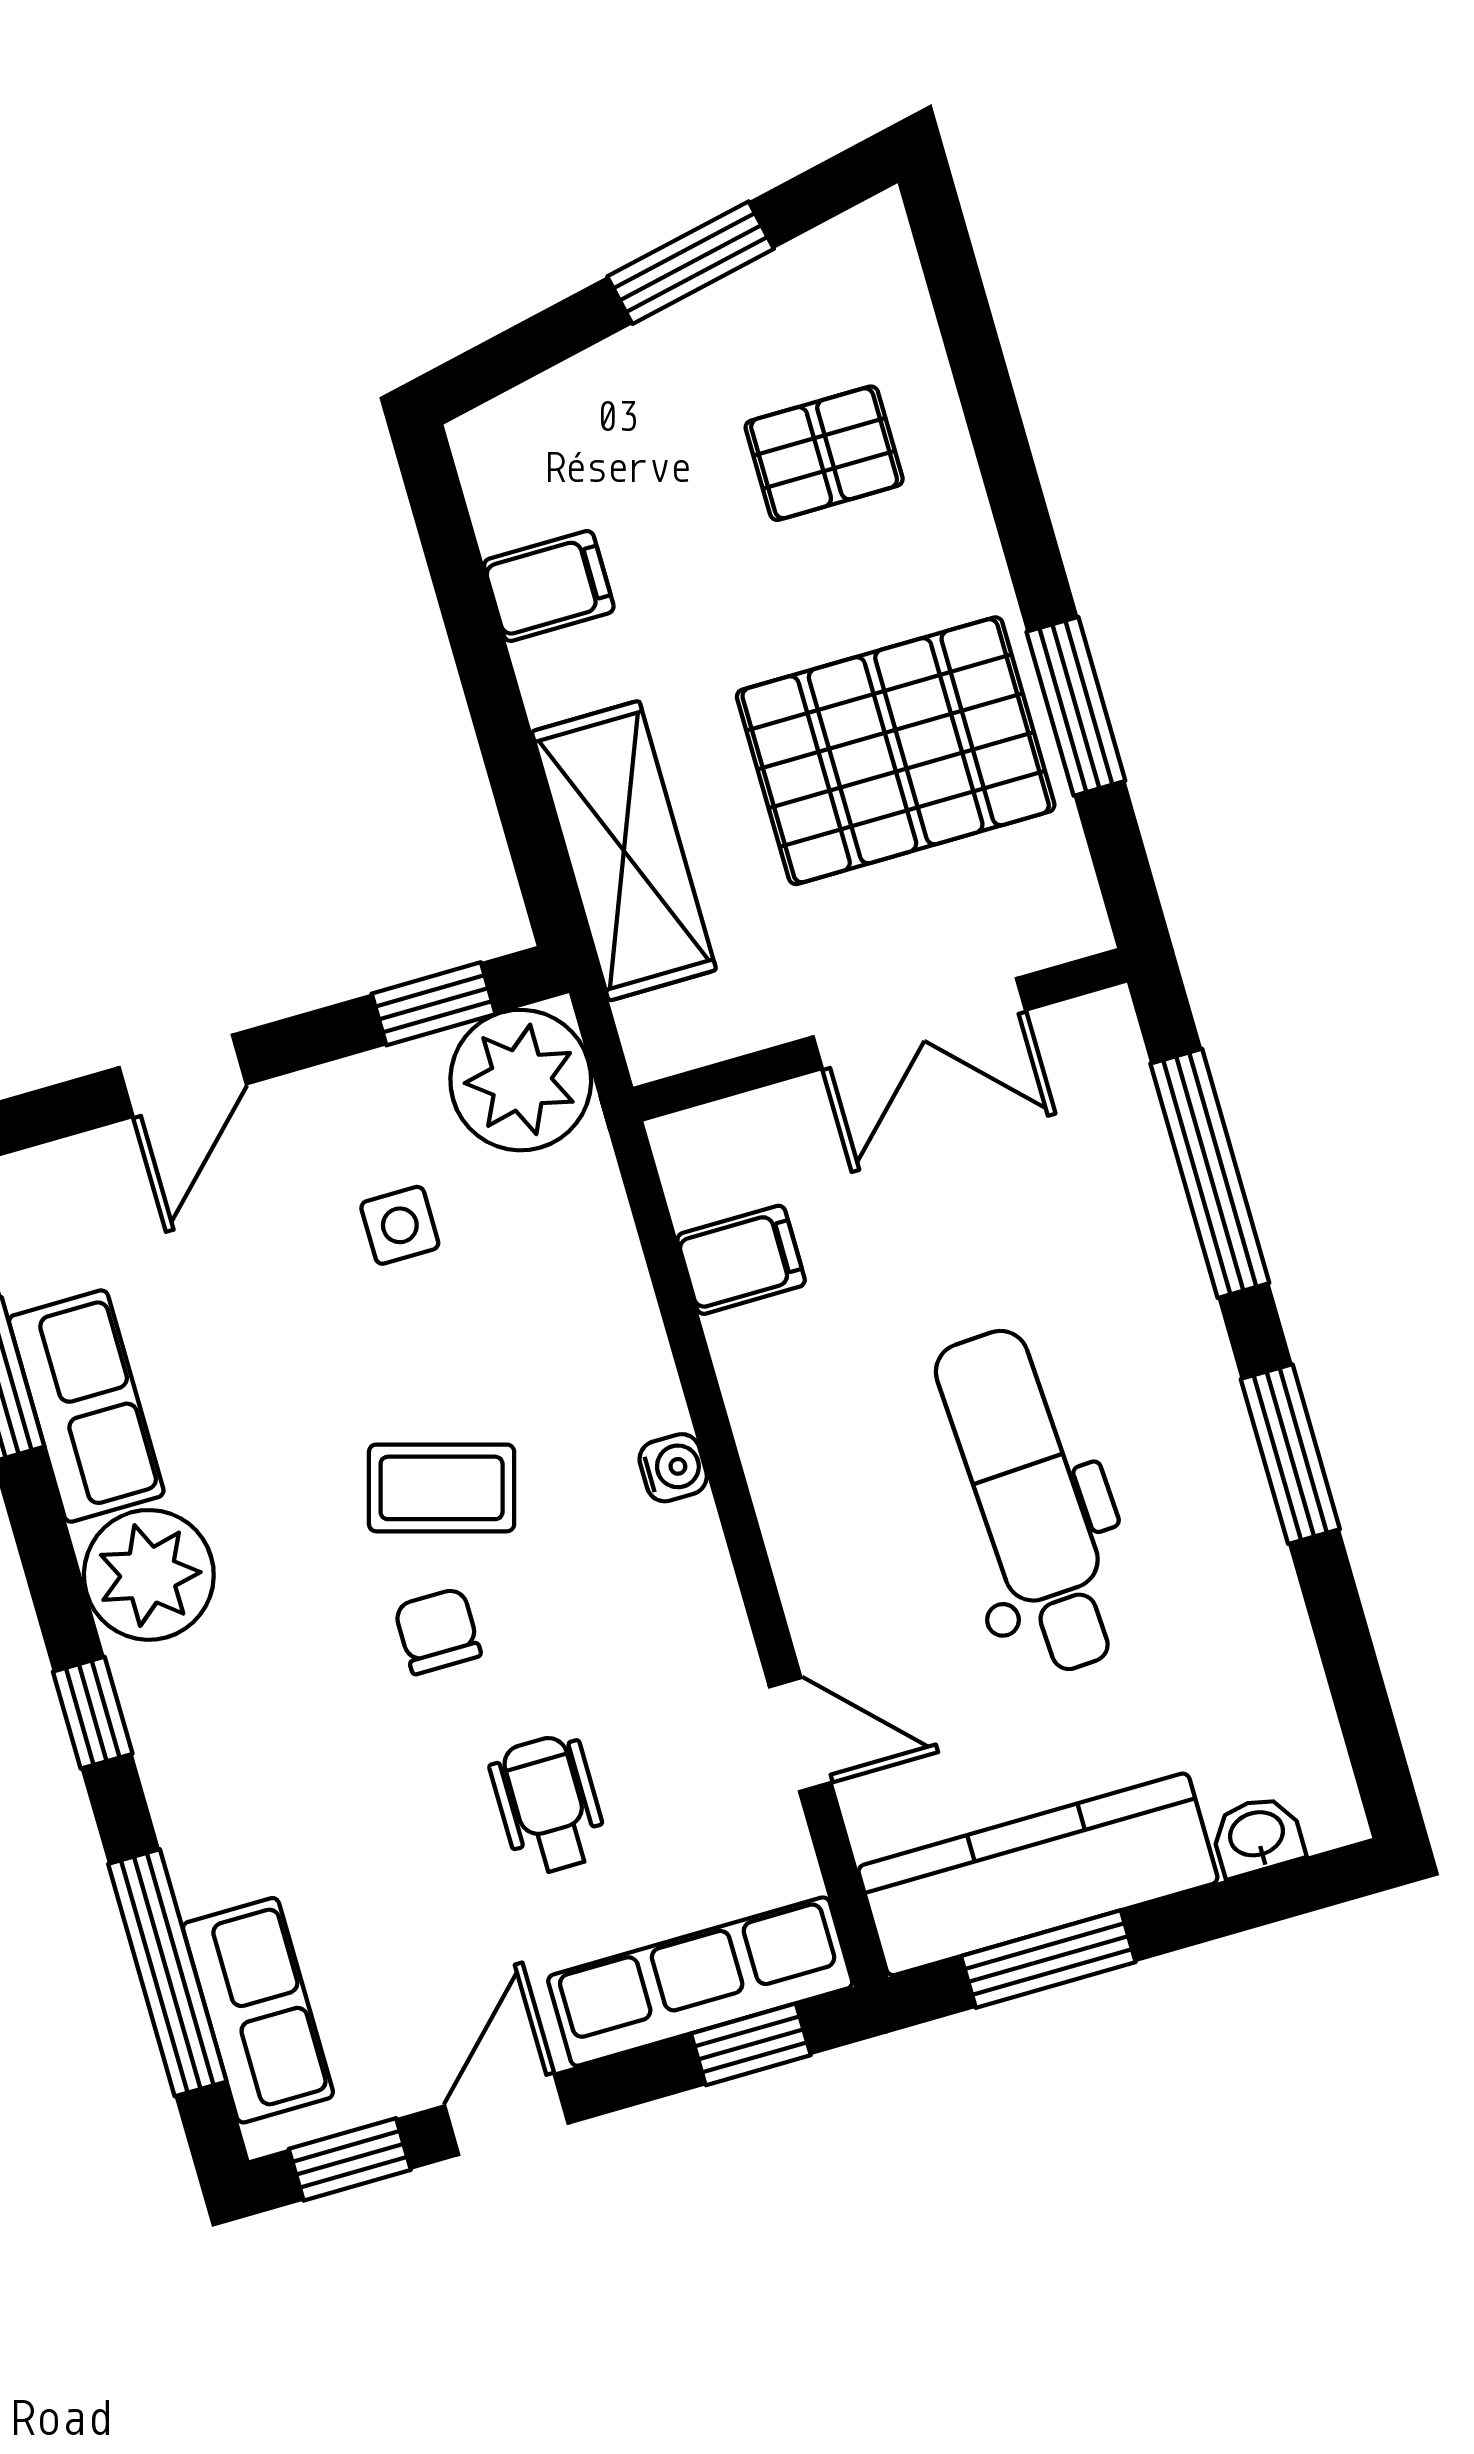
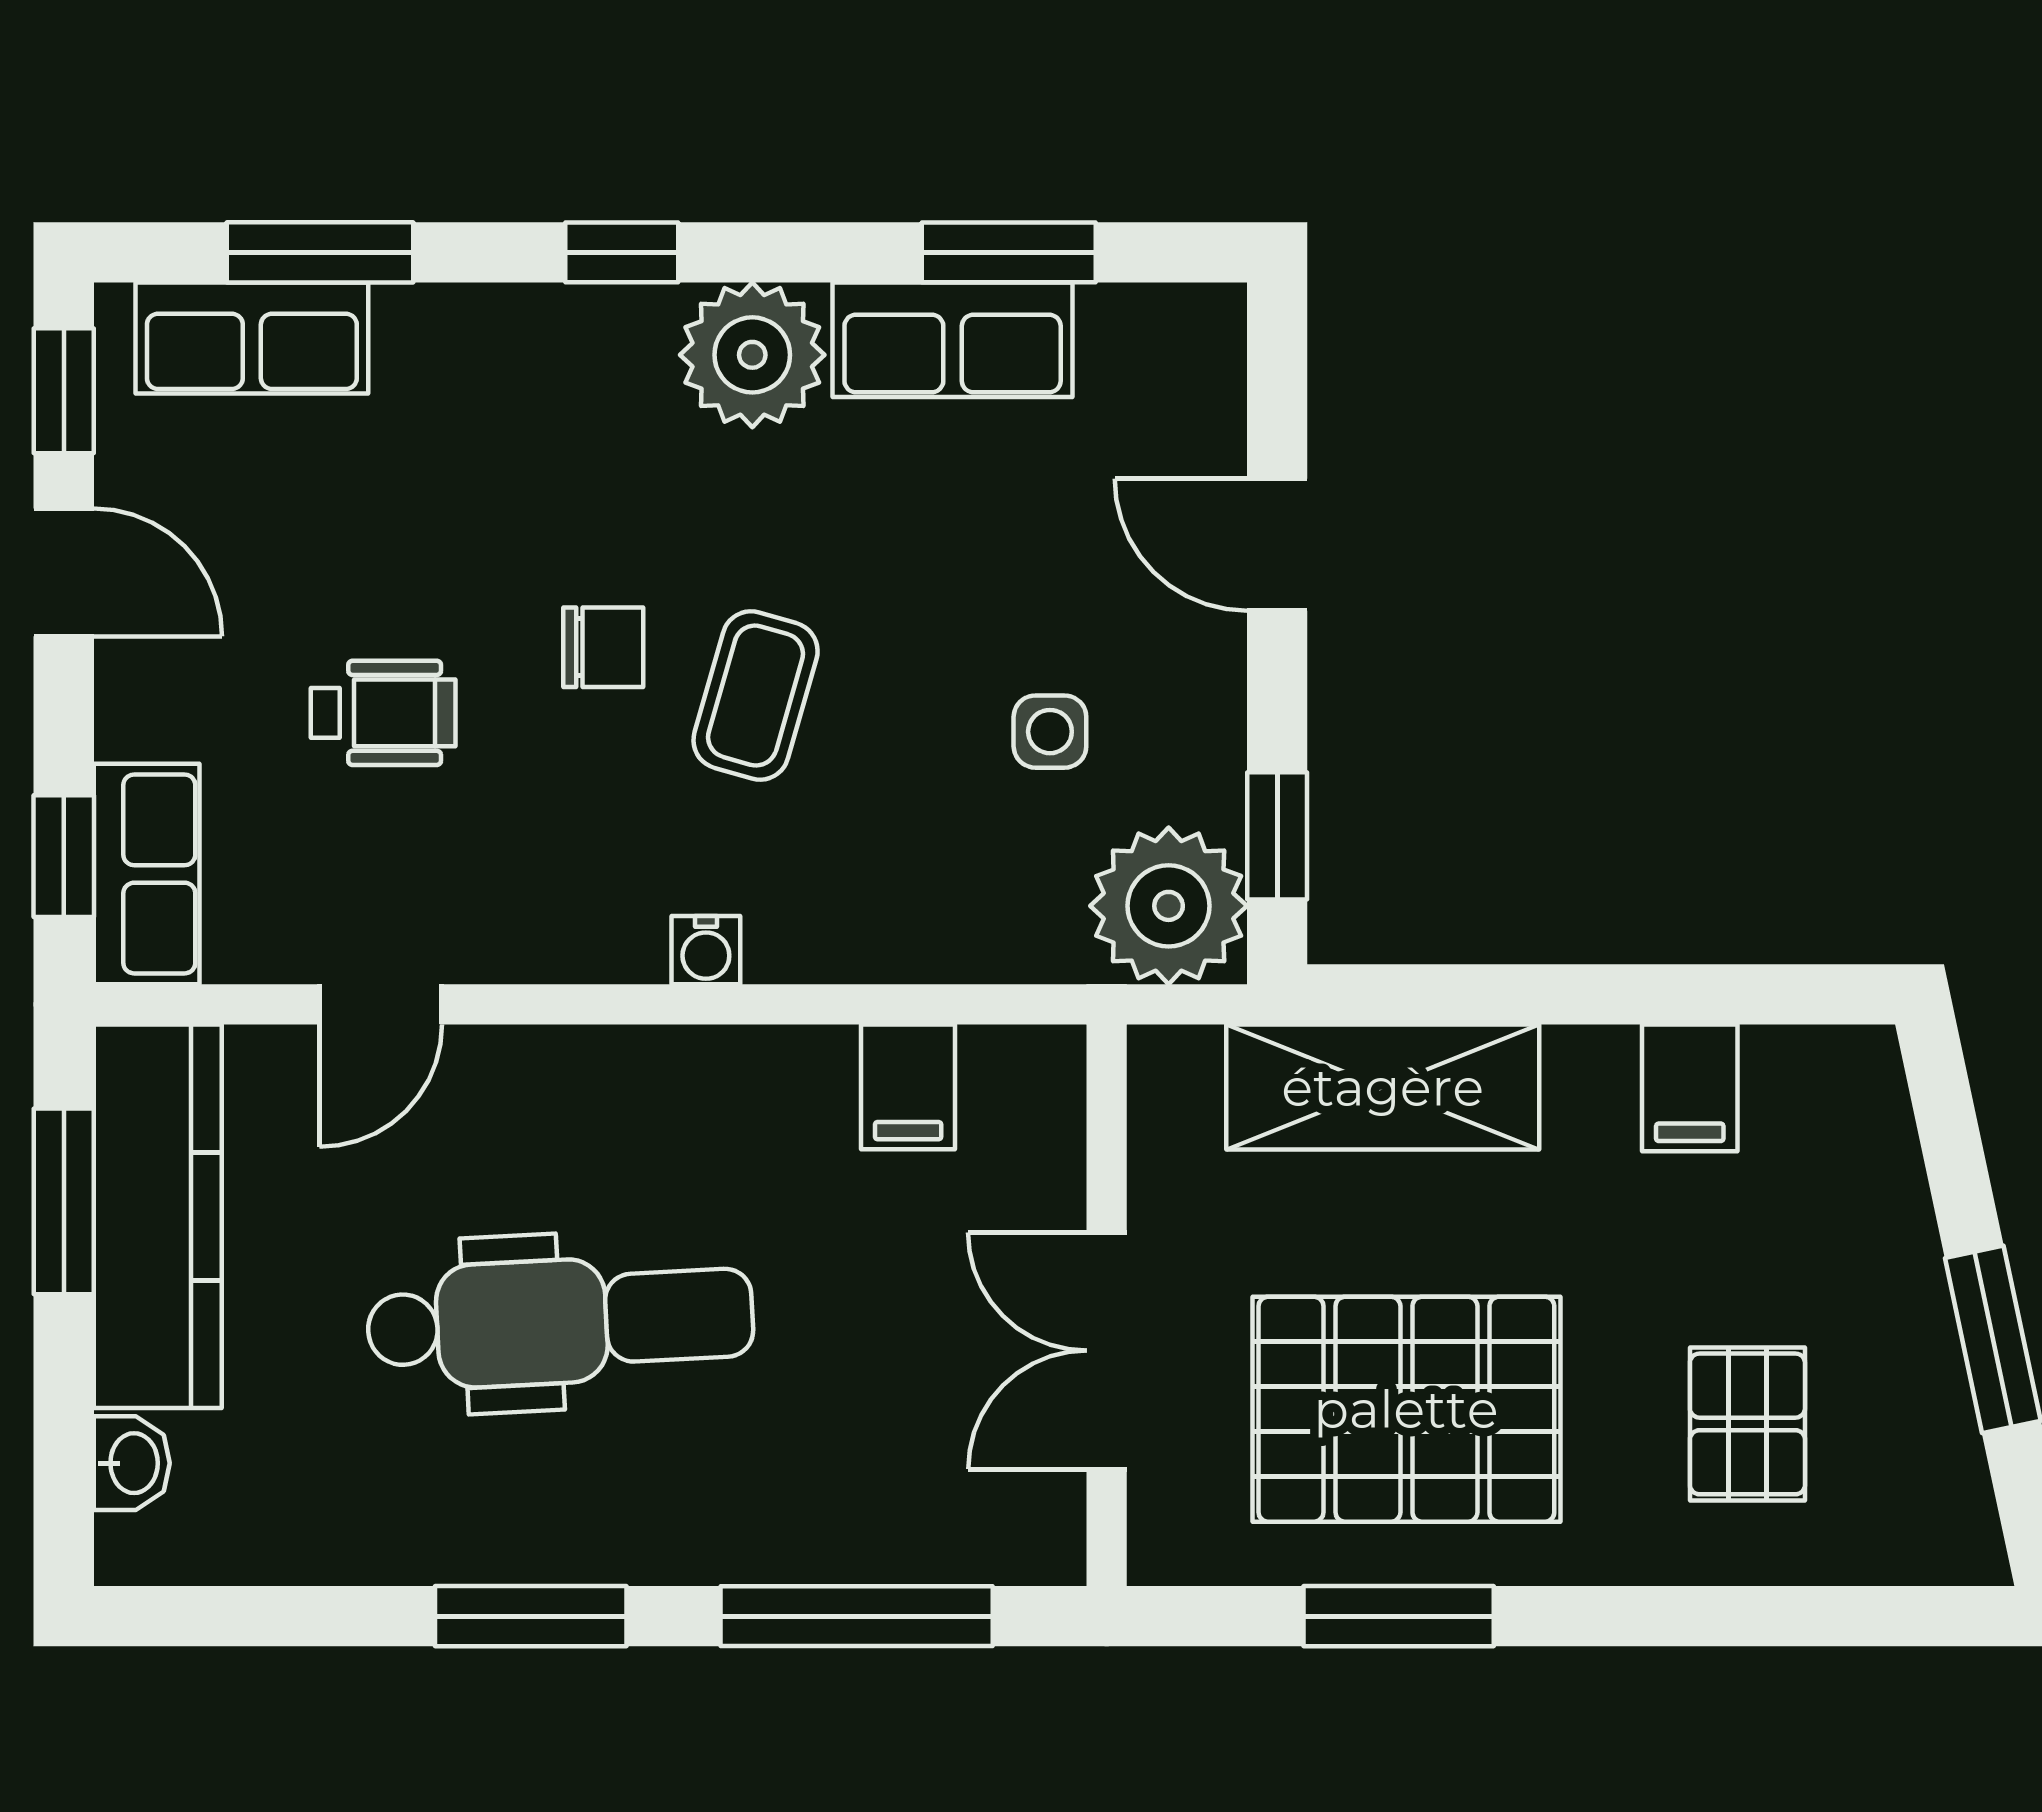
pallet: (896, 751) -> (1406, 1409), turned 90
window: (167, 1973) -> (320, 252), width x0.69
row of seats: (700, 1982) -> (147, 874), width x0.68

